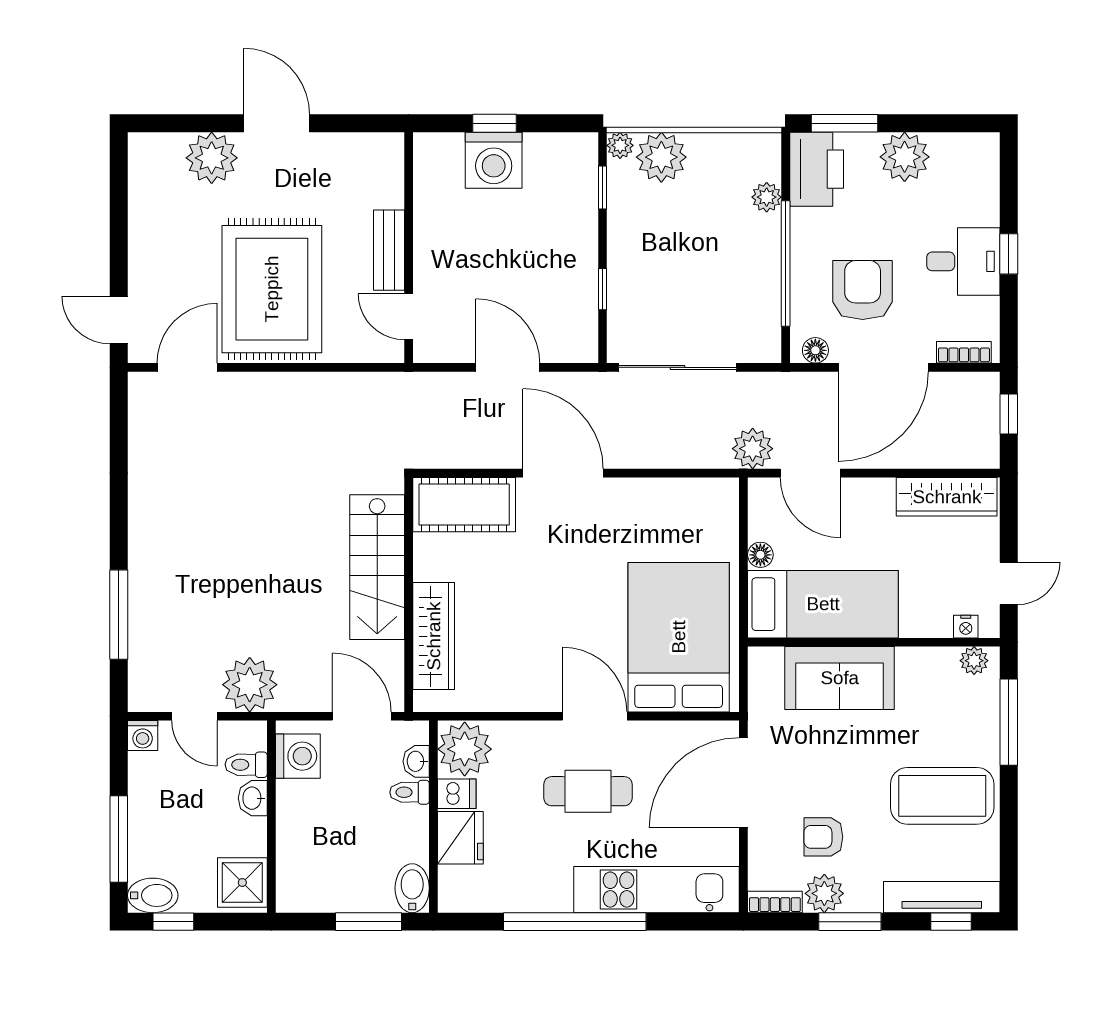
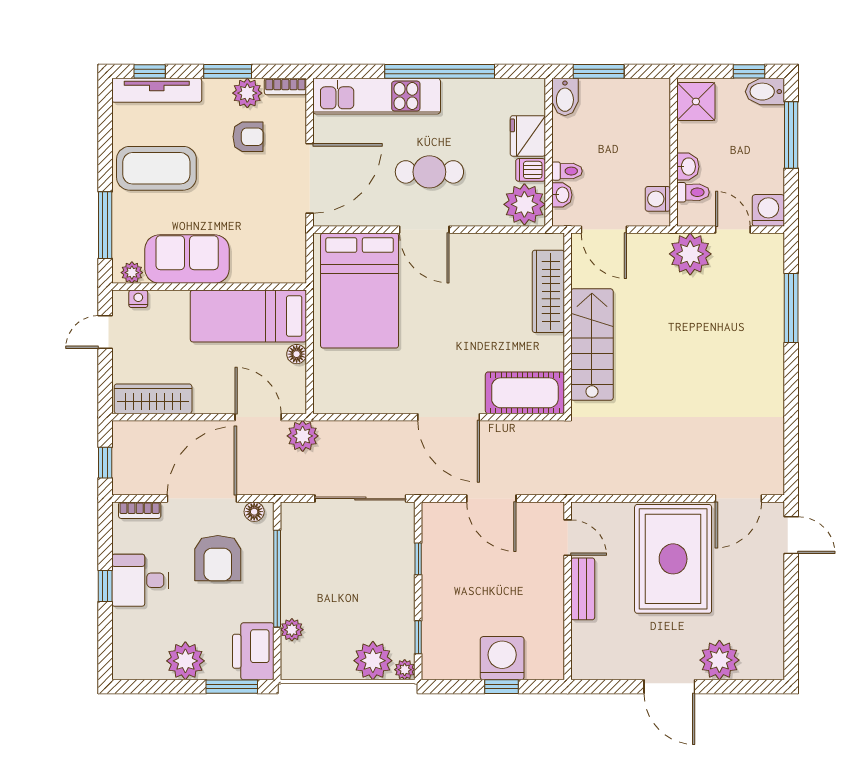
sofa: (840, 678) -> (187, 259), moved
washing machine: (143, 735) -> (768, 210), width x1.38, depth x1.38
washing machine: (298, 756) -> (658, 199), width x0.73, depth x0.73

